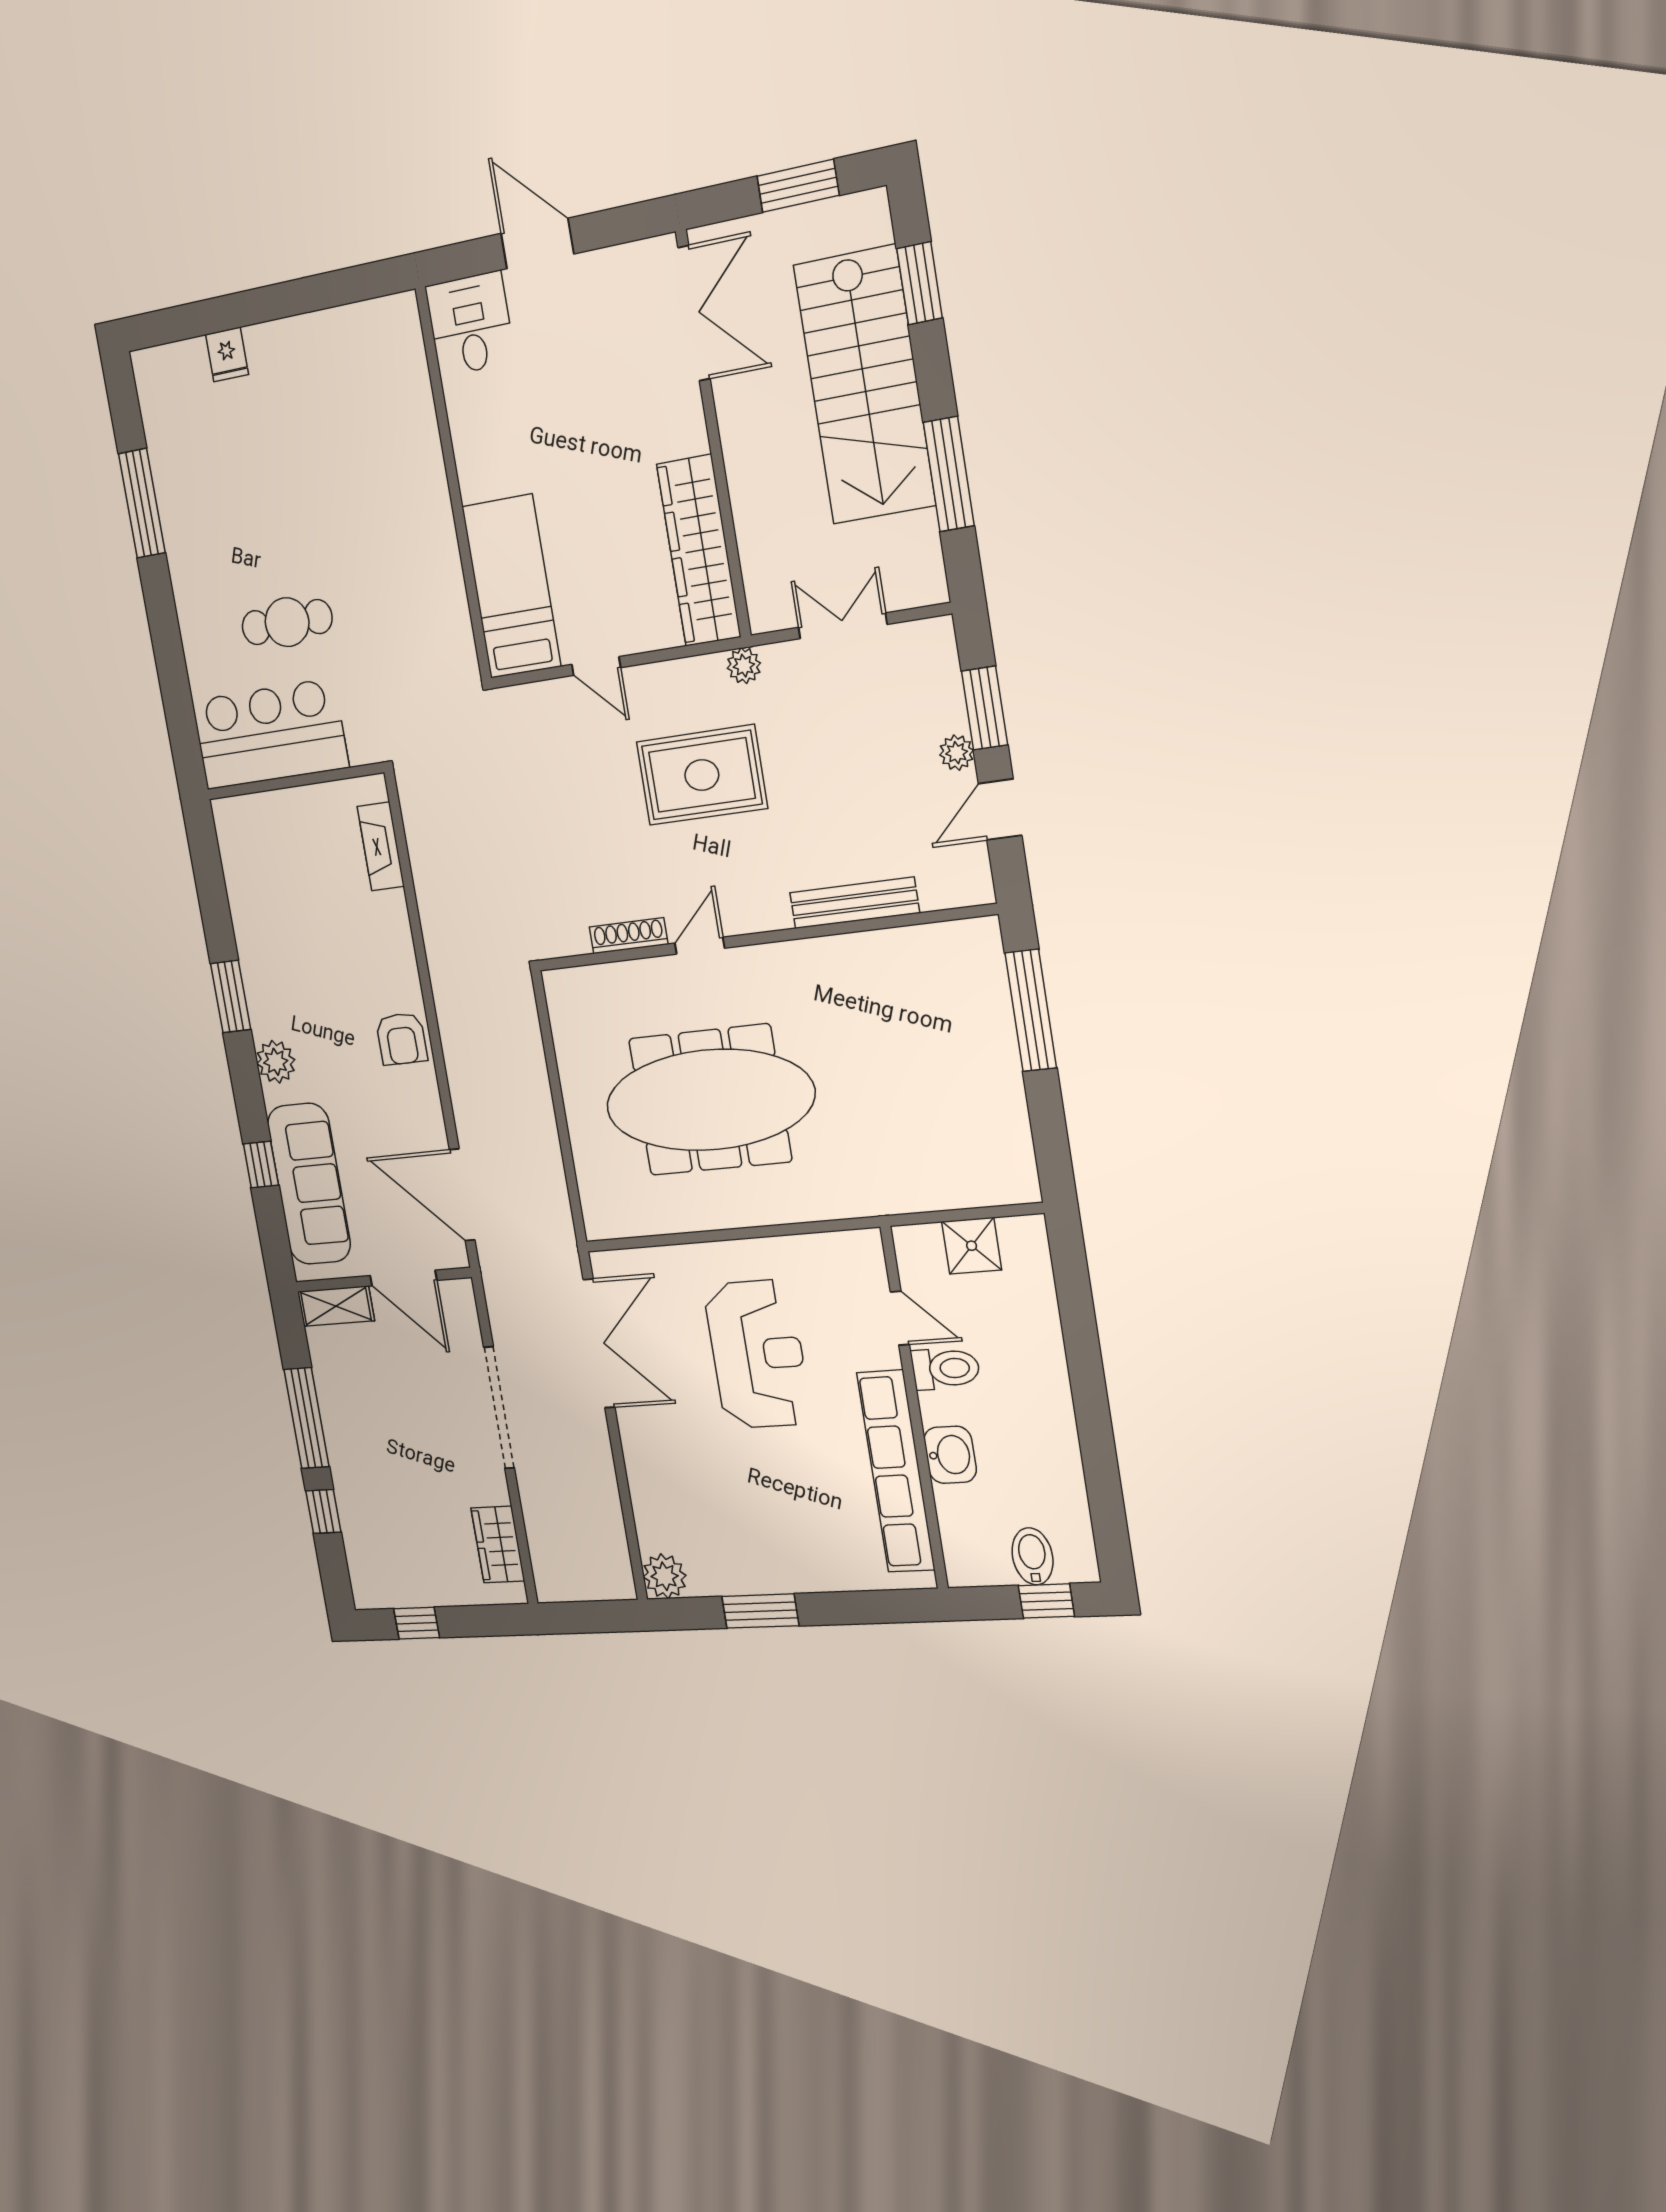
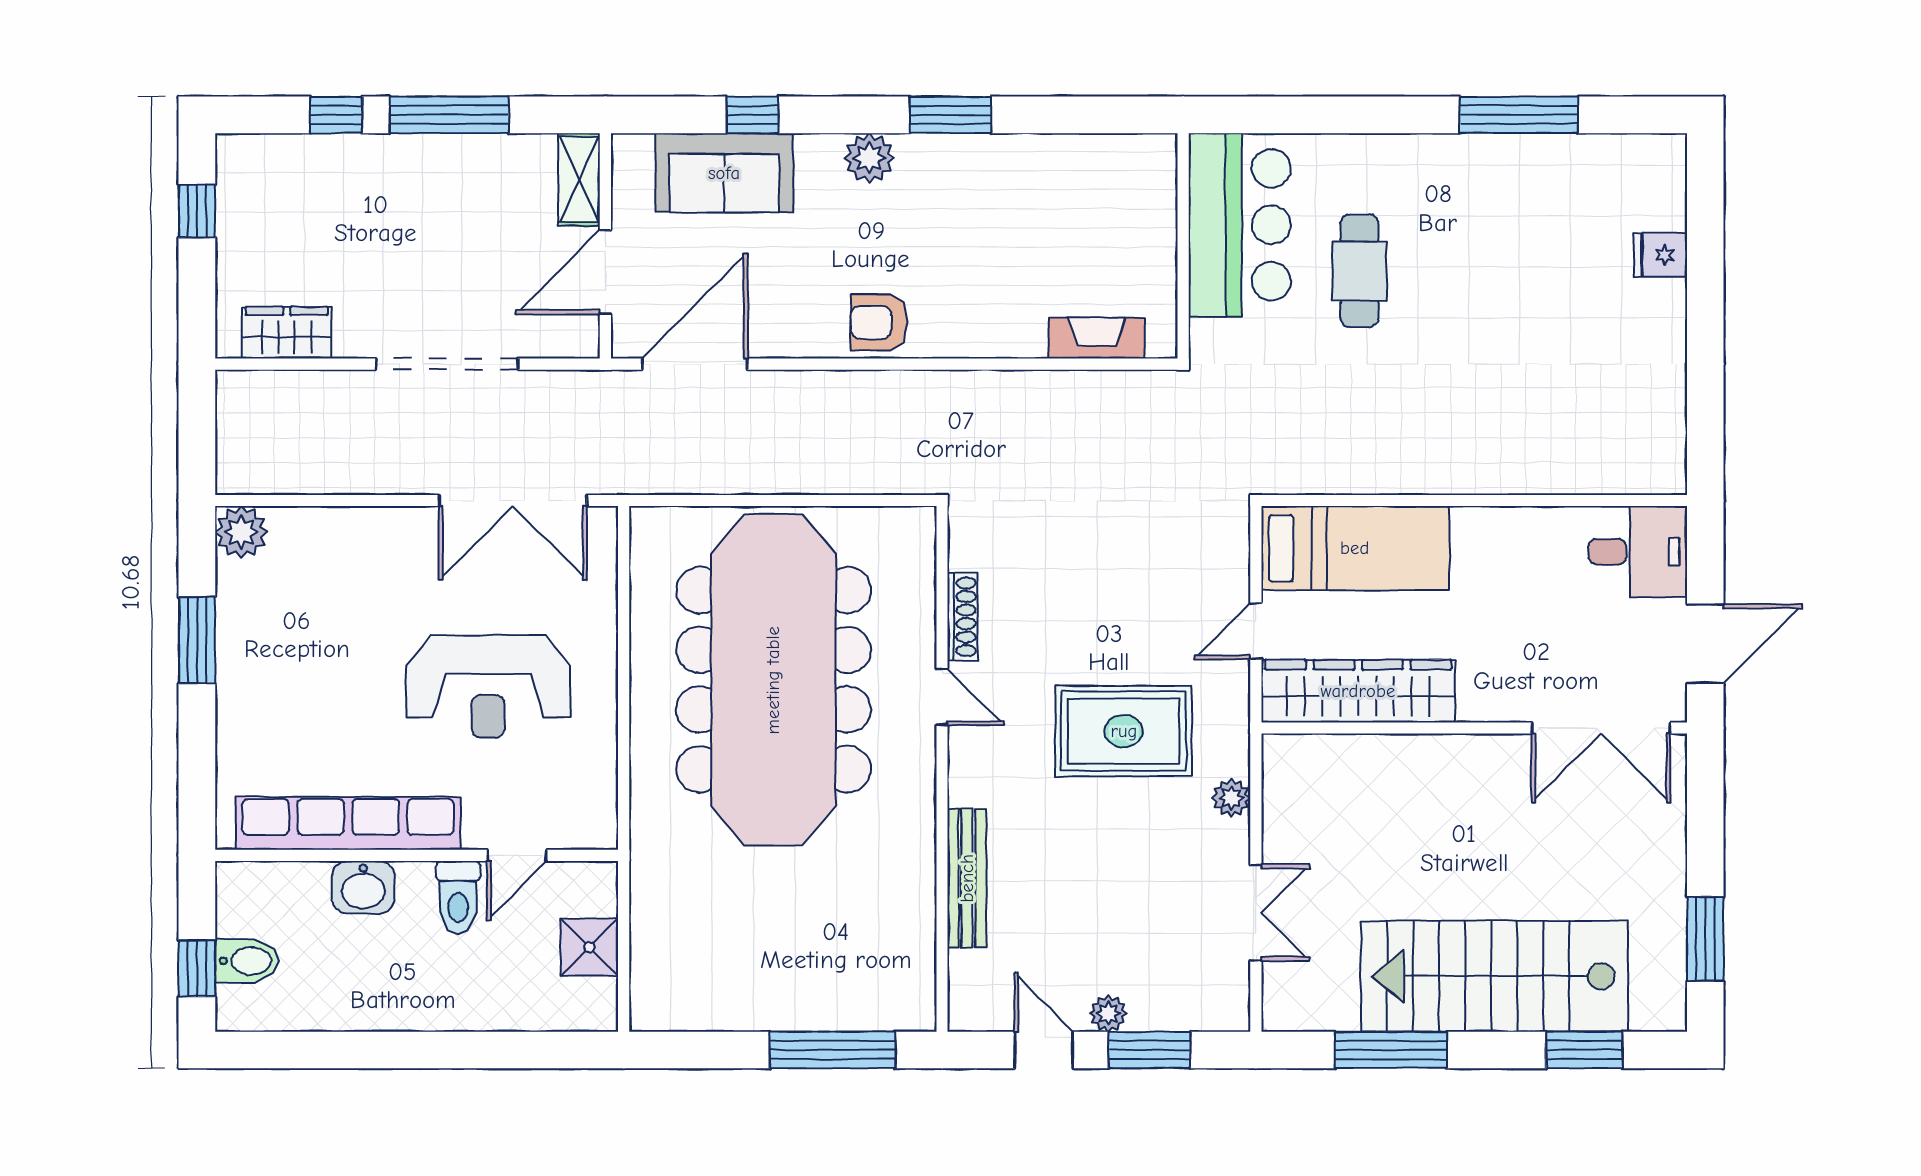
double door: (694, 313) -> (1601, 728), moved
wall: (713, 435) -> (1474, 728), moved
wardrobe: (699, 551) -> (1358, 691), moved
rug: (702, 775) -> (1124, 731), turned 90
meeting table: (710, 1100) -> (773, 680), width x1.36, depth x1.27
sofa: (309, 1184) -> (724, 173), width x0.73

